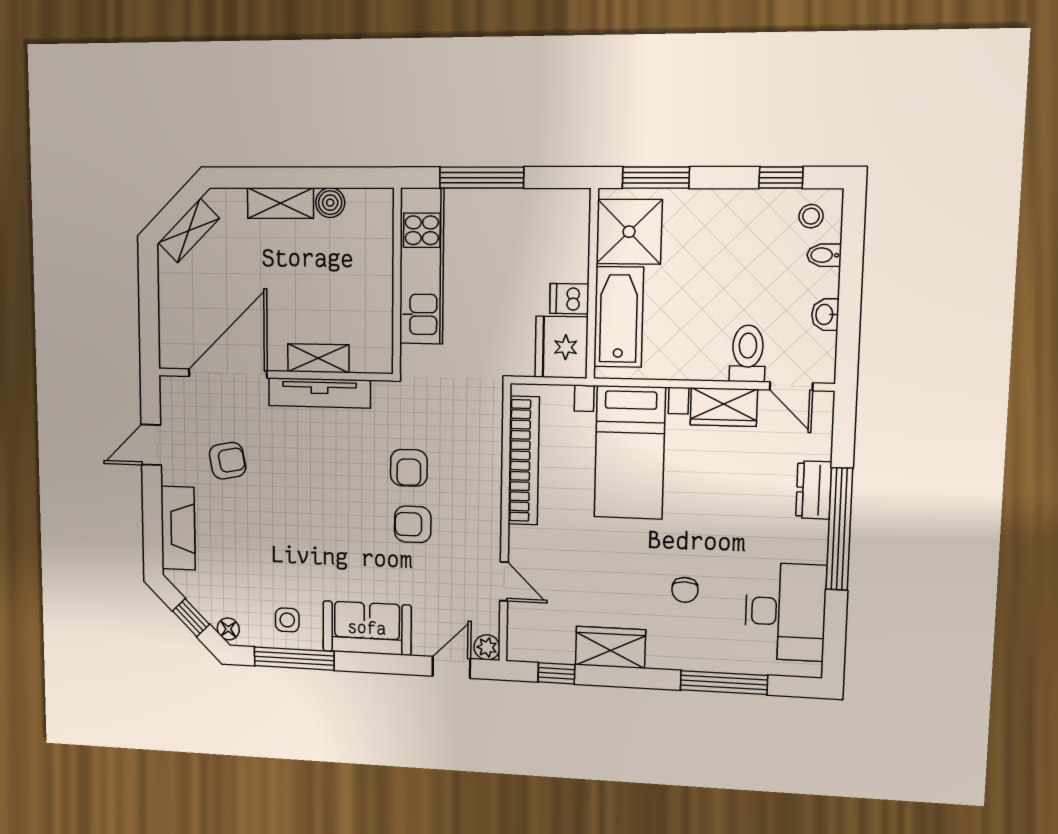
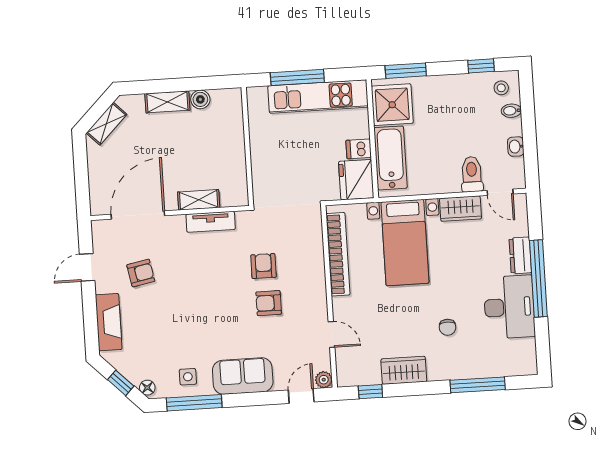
kitchen unit: (422, 266) -> (318, 96), moved, turned 90
tv unit: (319, 393) -> (211, 222), width x0.71
armchair: (409, 468) -> (263, 266), turned 180
desk: (785, 612) -> (509, 307), moved

